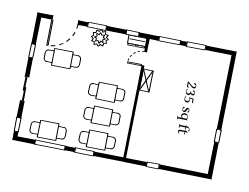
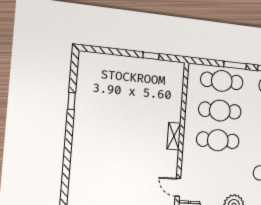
door: (144, 59) -> (178, 187), swing flipped
shelving: (146, 80) -> (174, 136), moved

